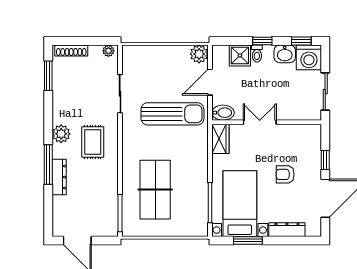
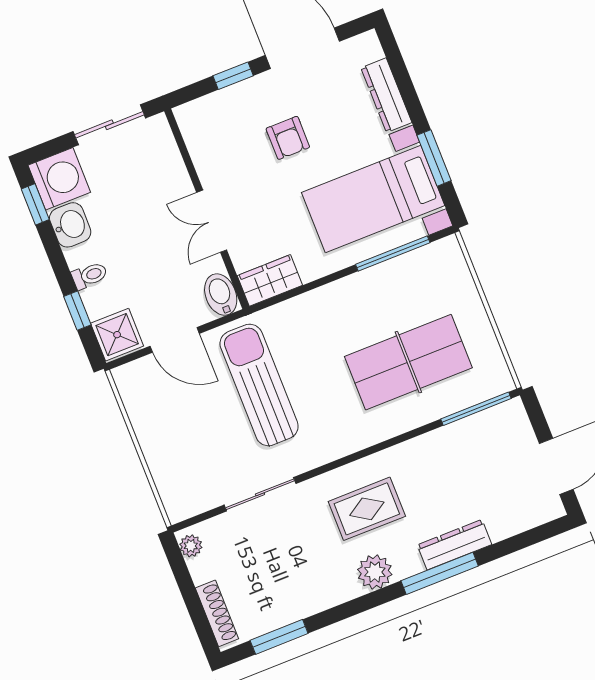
window: (262, 41) -> (77, 311), moved
plant: (199, 54) -> (132, 380), removed
shower: (240, 55) -> (117, 335), moved

